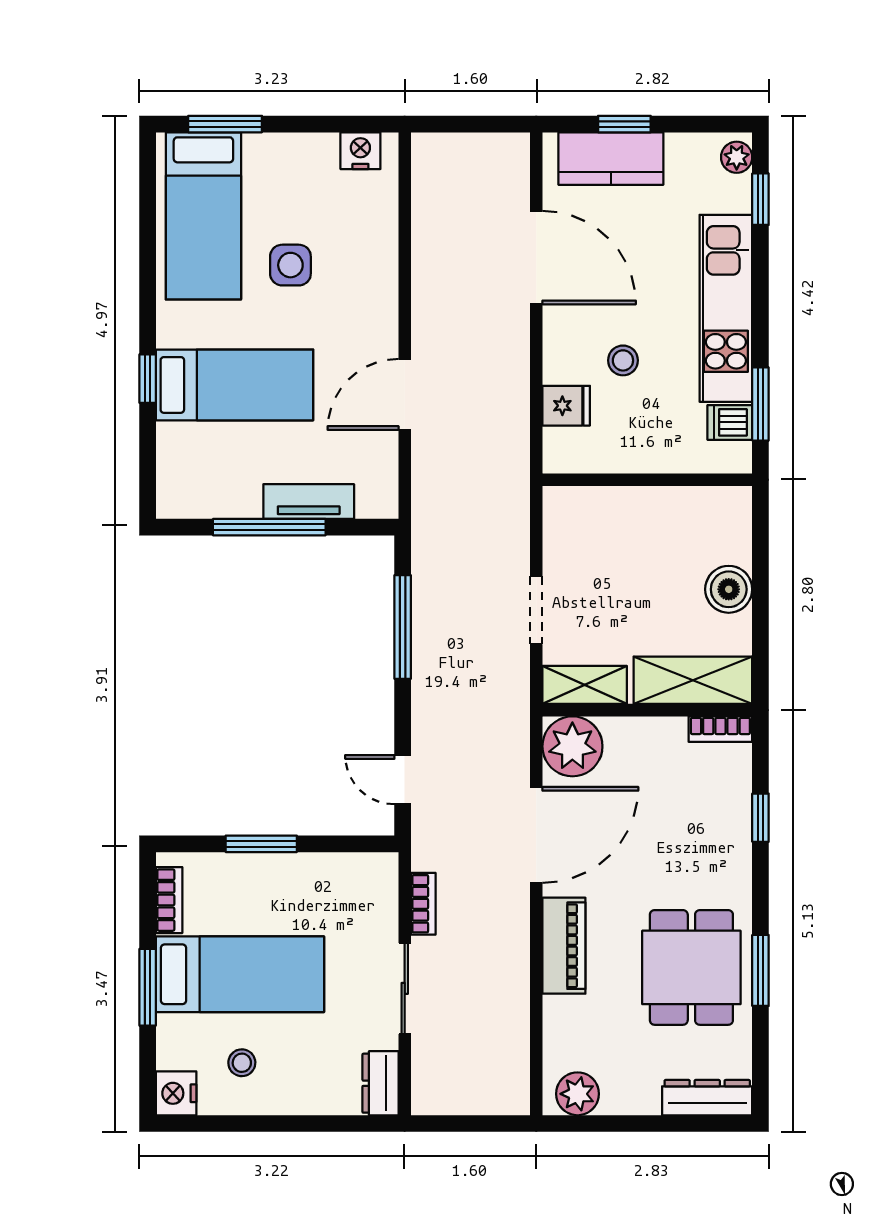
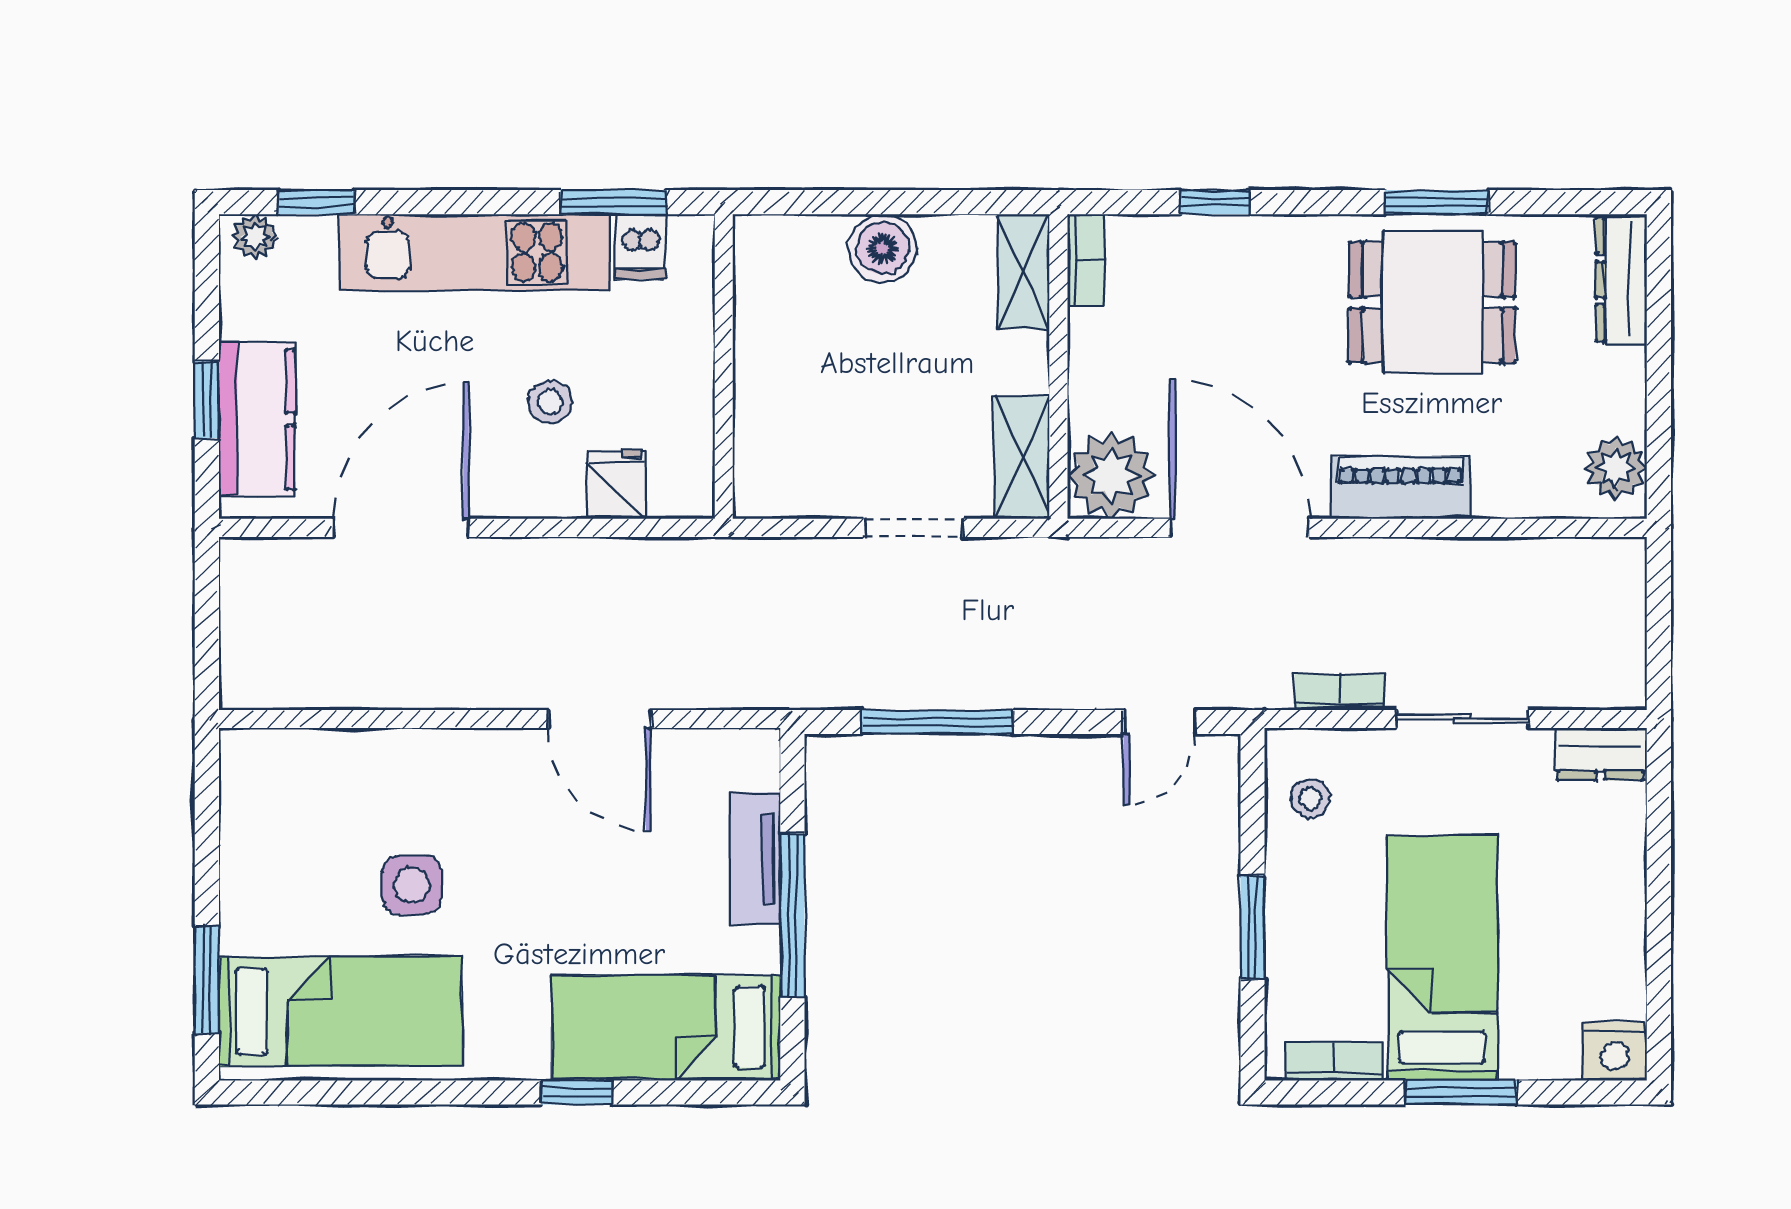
nightstand: (360, 151) -> (246, 783), removed
bed: (235, 385) -> (666, 1027), moved, turned -90
shelving: (693, 680) -> (1024, 272), width x0.67, depth x0.75
stool: (242, 1063) -> (1310, 798), moved

